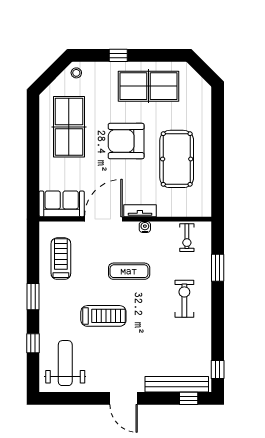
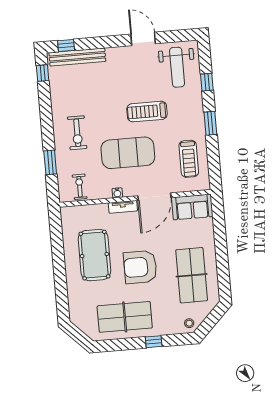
armchair: (126, 141) -> (140, 267), turned 180
exercise mat: (129, 271) -> (128, 153), width x2.00, depth x1.45
door: (124, 398) -> (143, 39), moved

